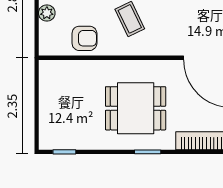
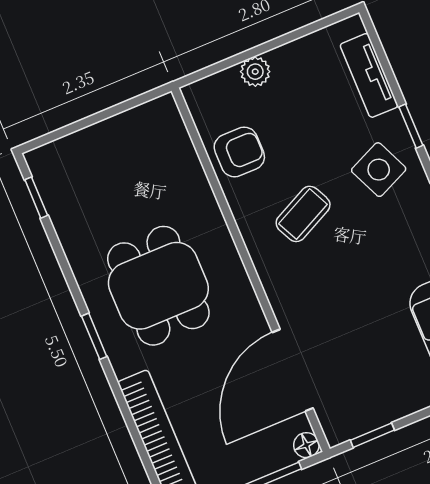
armchair: (84, 38) -> (239, 152), turned -90

